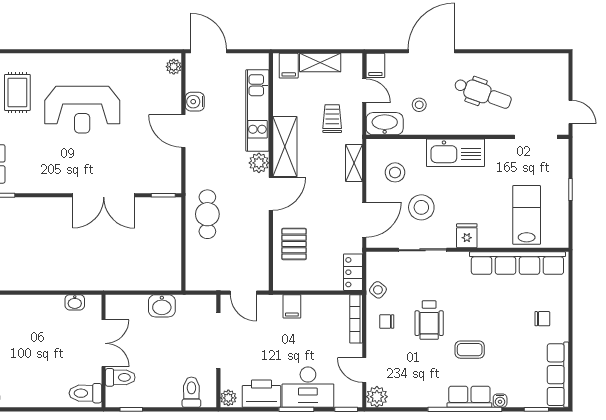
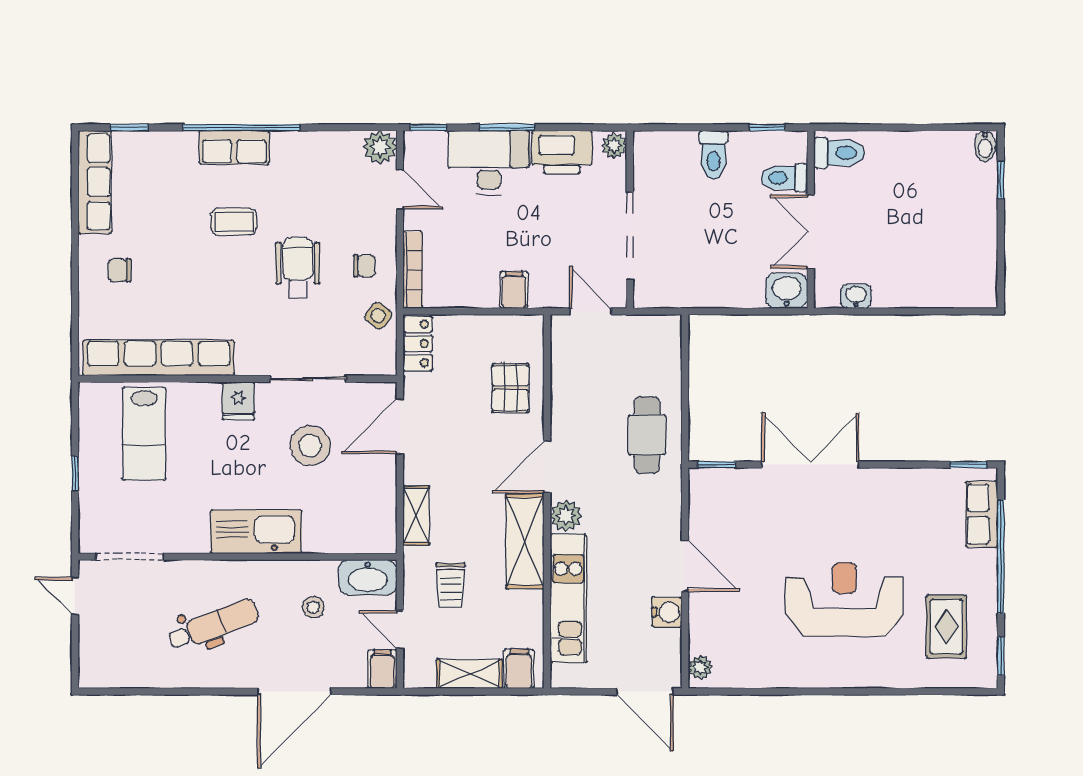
dental chair: (483, 93) -> (213, 625), turned 139
stool: (395, 172) -> (351, 501), removed
washbasin: (162, 306) -> (787, 291), moved
toilet: (191, 392) -> (713, 155), moved
water cooler: (500, 401) -> (186, 141), removed

